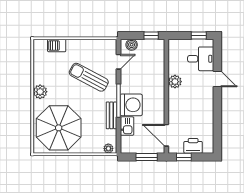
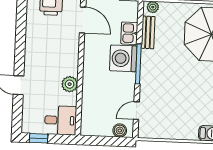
window: (151, 35) -> (96, 141), removed
desk: (201, 59) -> (61, 120), moved, turned 180
sun lounger: (89, 77) -> (173, 94), removed
bench: (111, 115) -> (148, 32), moved

